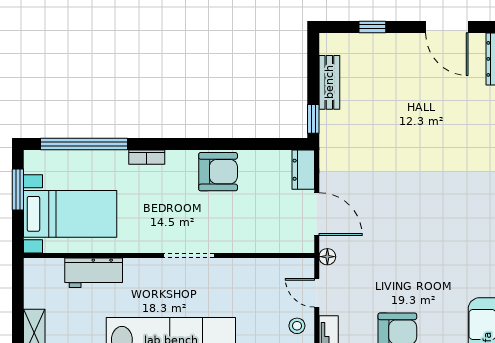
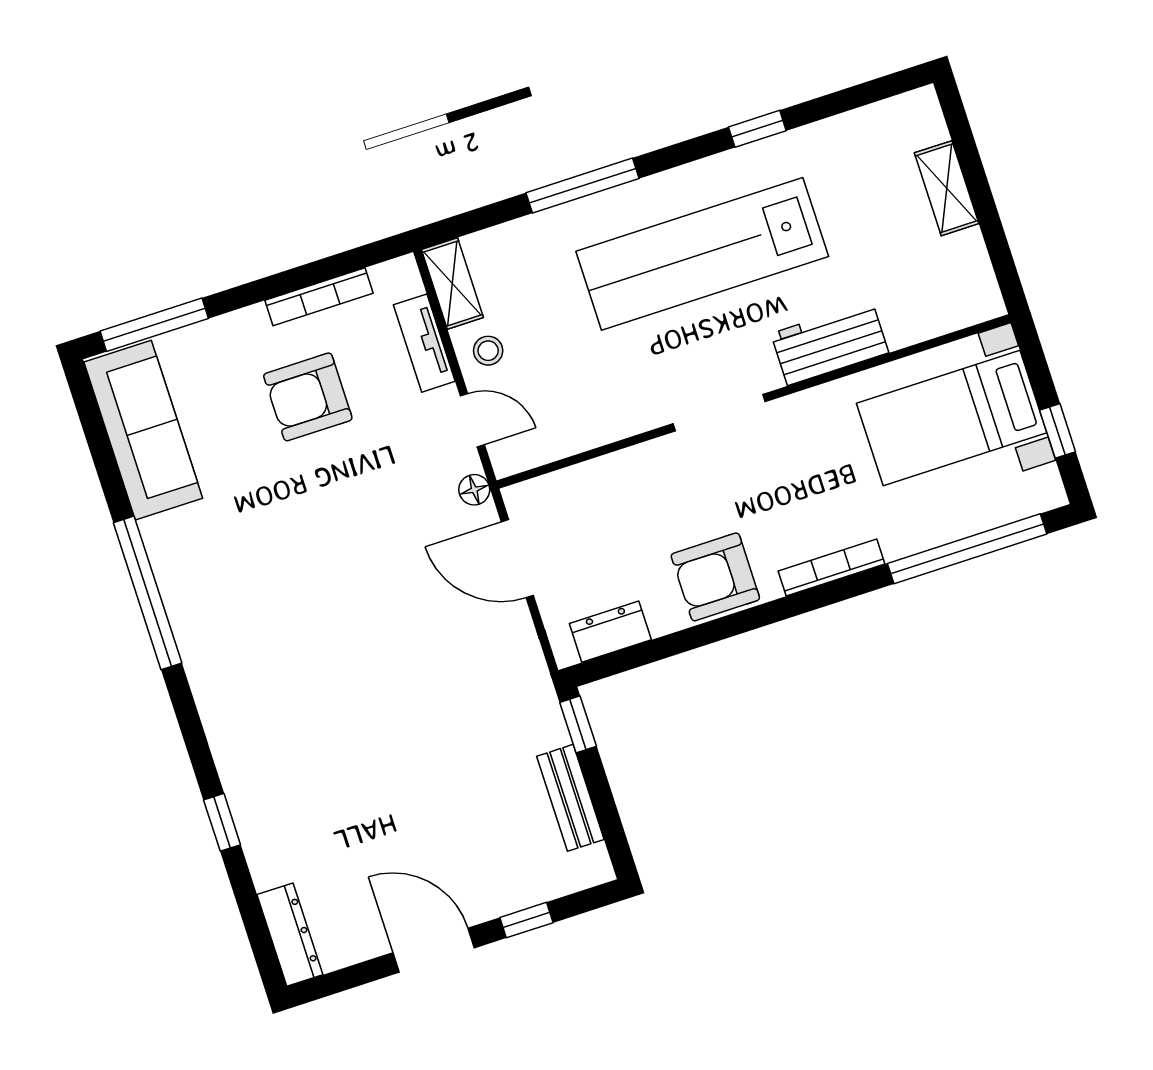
door: (447, 27) -> (434, 950), moved
bookcase: (147, 157) -> (831, 567), width x1.56
dresser: (303, 170) -> (610, 632), moved, turned -90
window: (18, 190) -> (1058, 431), width x0.67
workbench: (94, 273) -> (830, 343), moved

